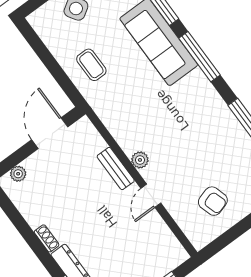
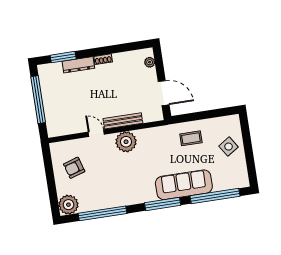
plant: (140, 160) -> (126, 142), width x1.87, depth x1.87
bench: (116, 169) -> (123, 121), width x1.36

